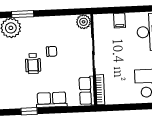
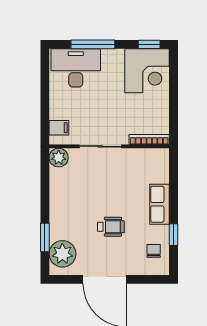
filing cabinet: (120, 20) -> (59, 128), moved
chair: (52, 51) -> (154, 251), moved
row of seats: (87, 91) -> (150, 157), removed

